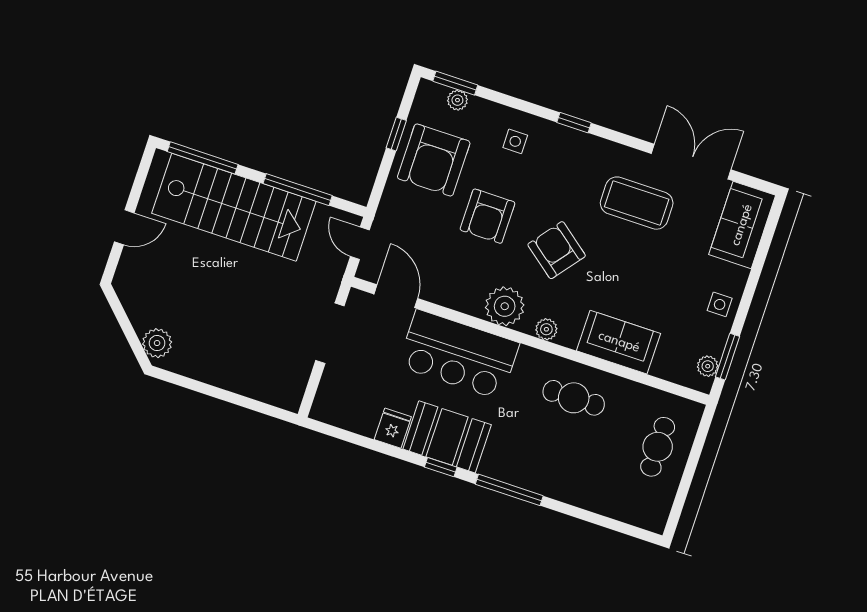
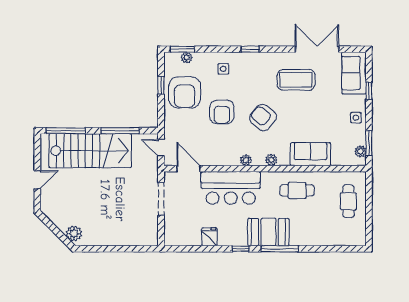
window: (758, 265) -> (369, 91), added
plant: (505, 306) -> (246, 160), width x0.53, depth x0.53
booth: (447, 437) -> (268, 232), moved

